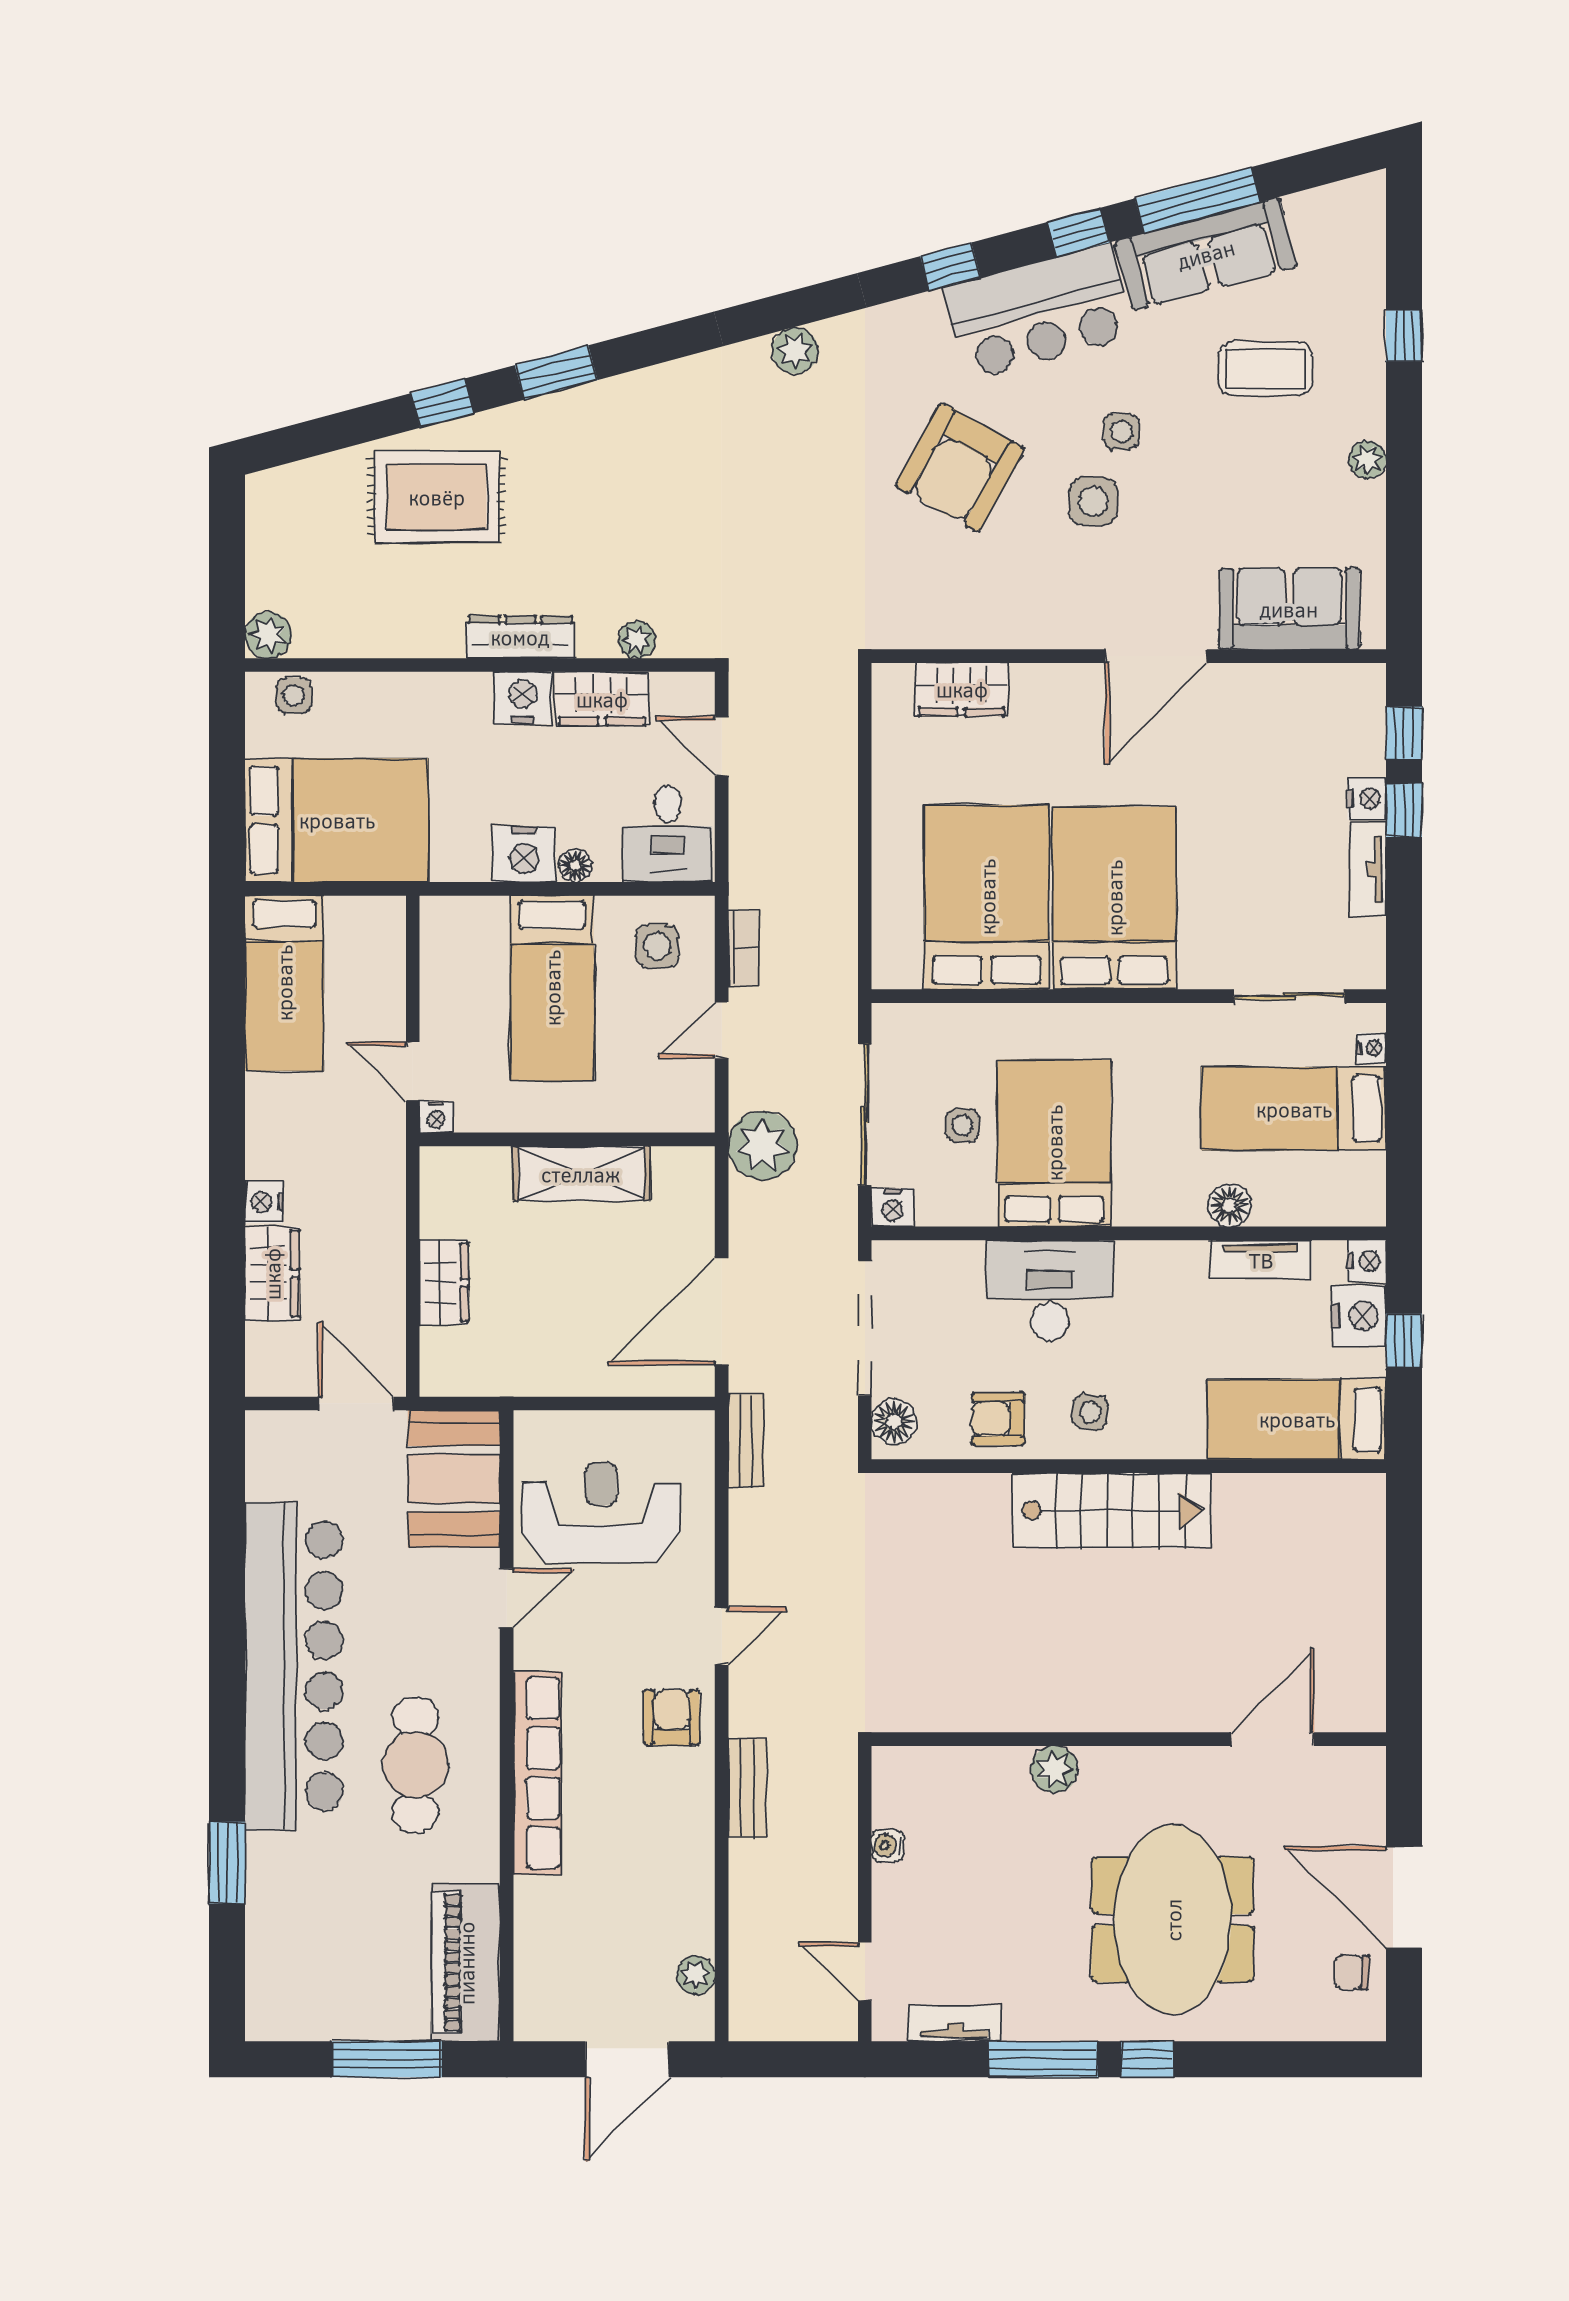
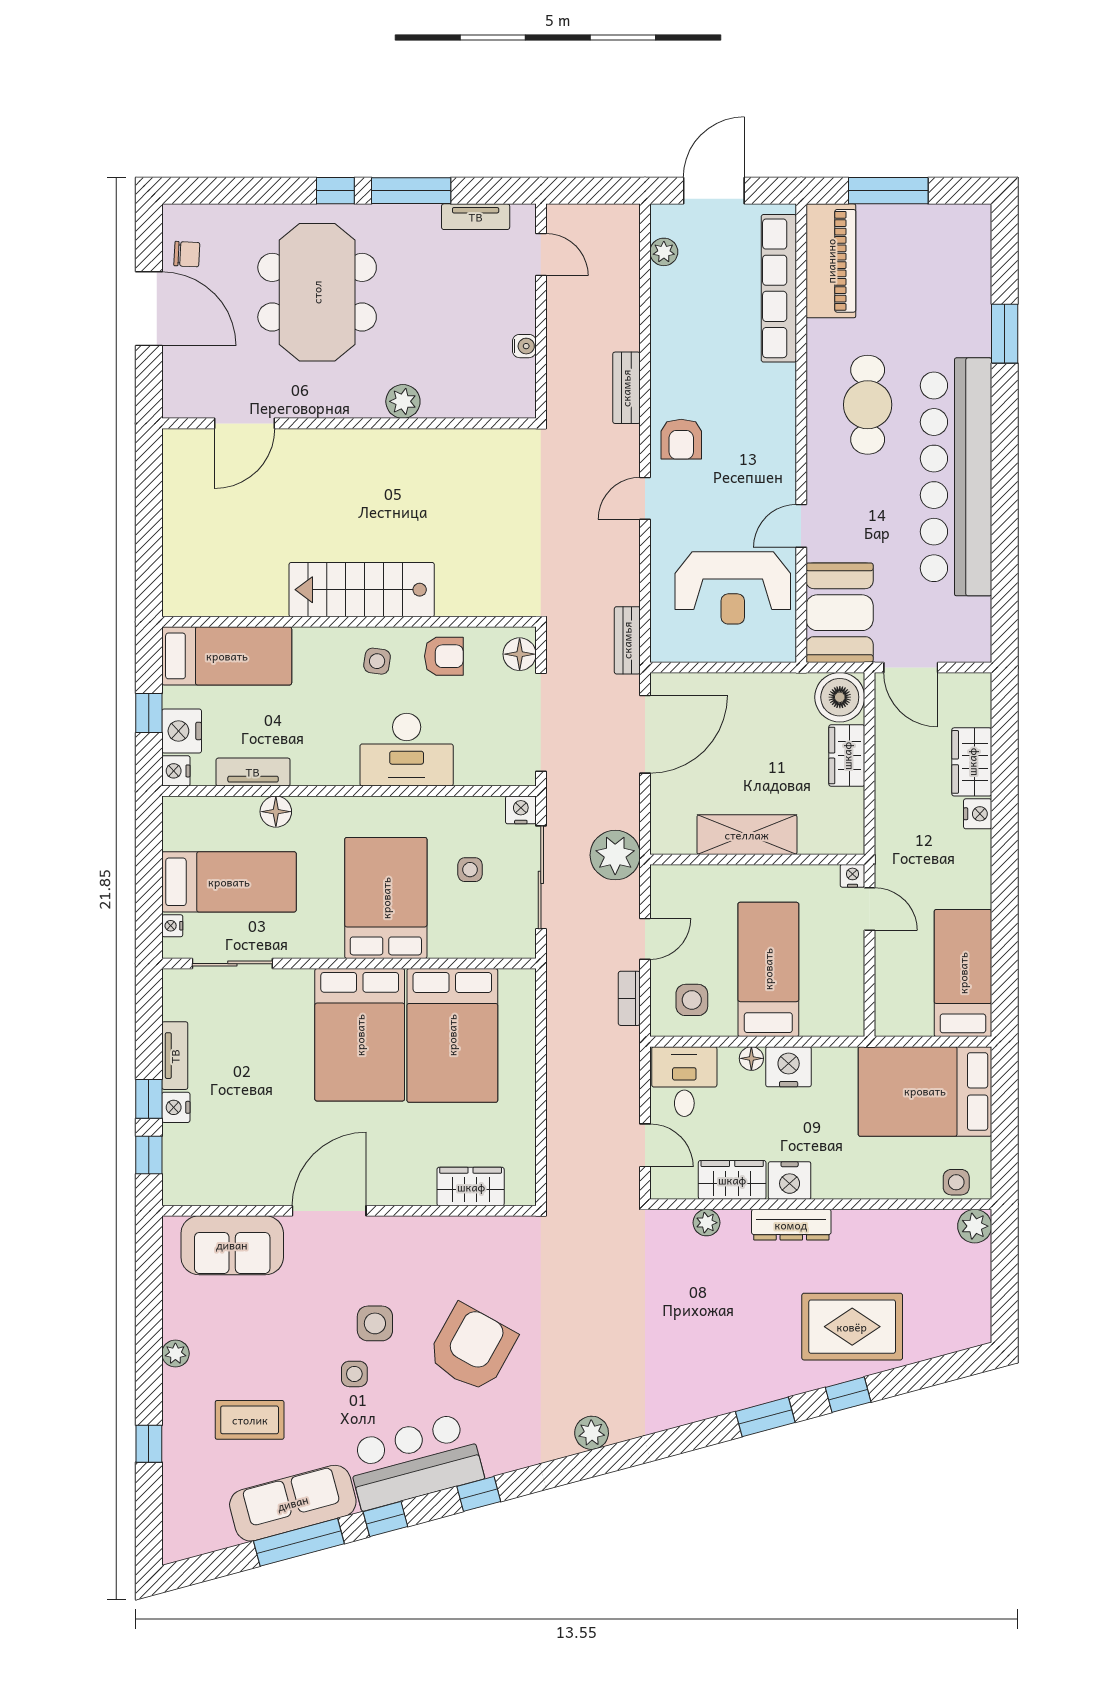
bed: (1054, 1143) -> (386, 898), moved, turned 180
boiler: (454, 1363) -> (840, 697), added
row of seats: (538, 1773) -> (779, 288), moved

